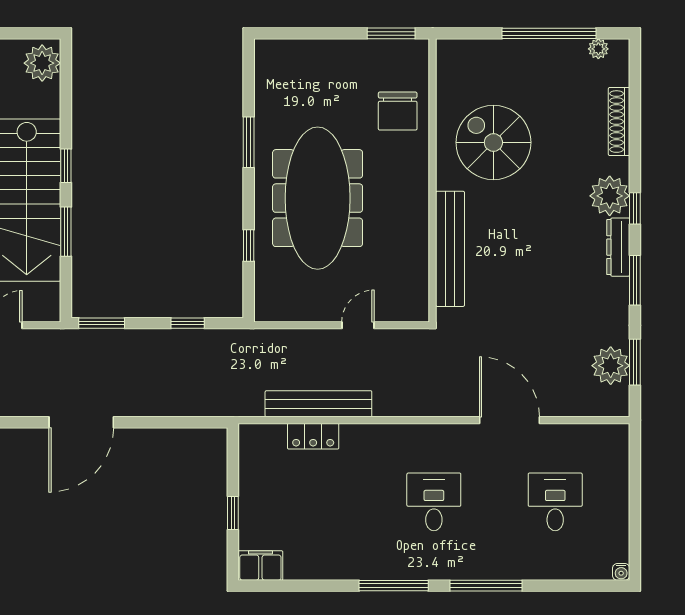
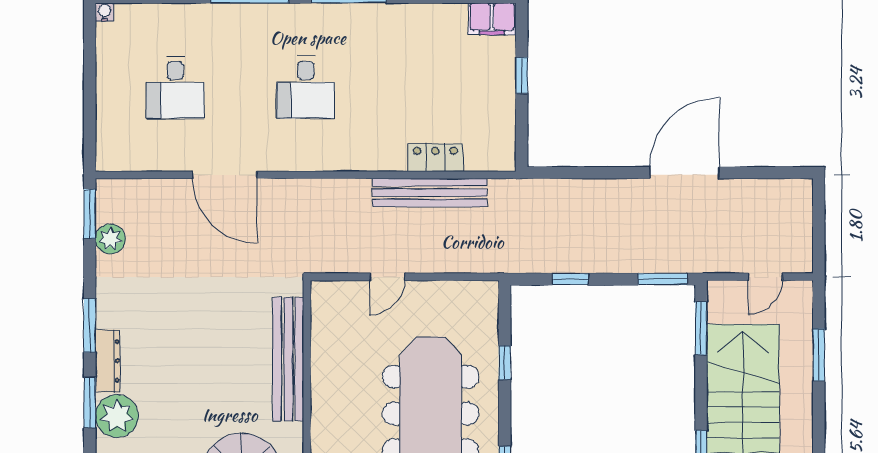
window: (635, 208) -> (90, 402), width x1.50
window: (66, 232) -> (701, 328), moved
window: (635, 362) -> (90, 214), moved
plant: (611, 366) -> (110, 239), width x0.73, depth x0.73

